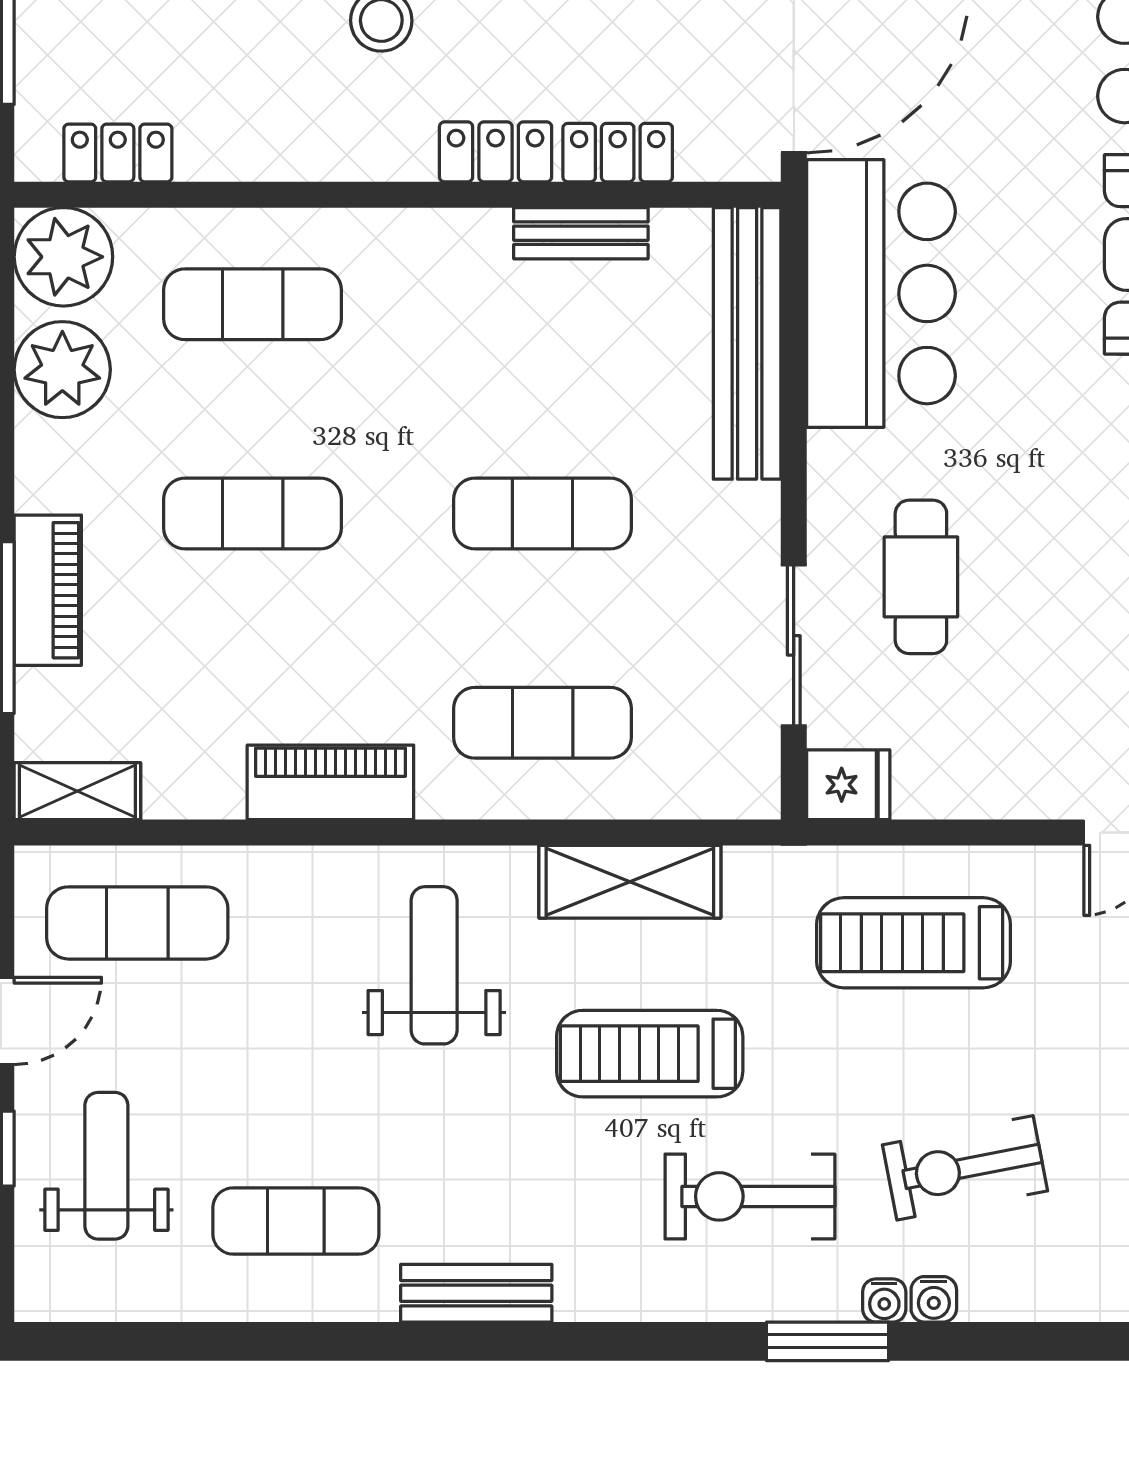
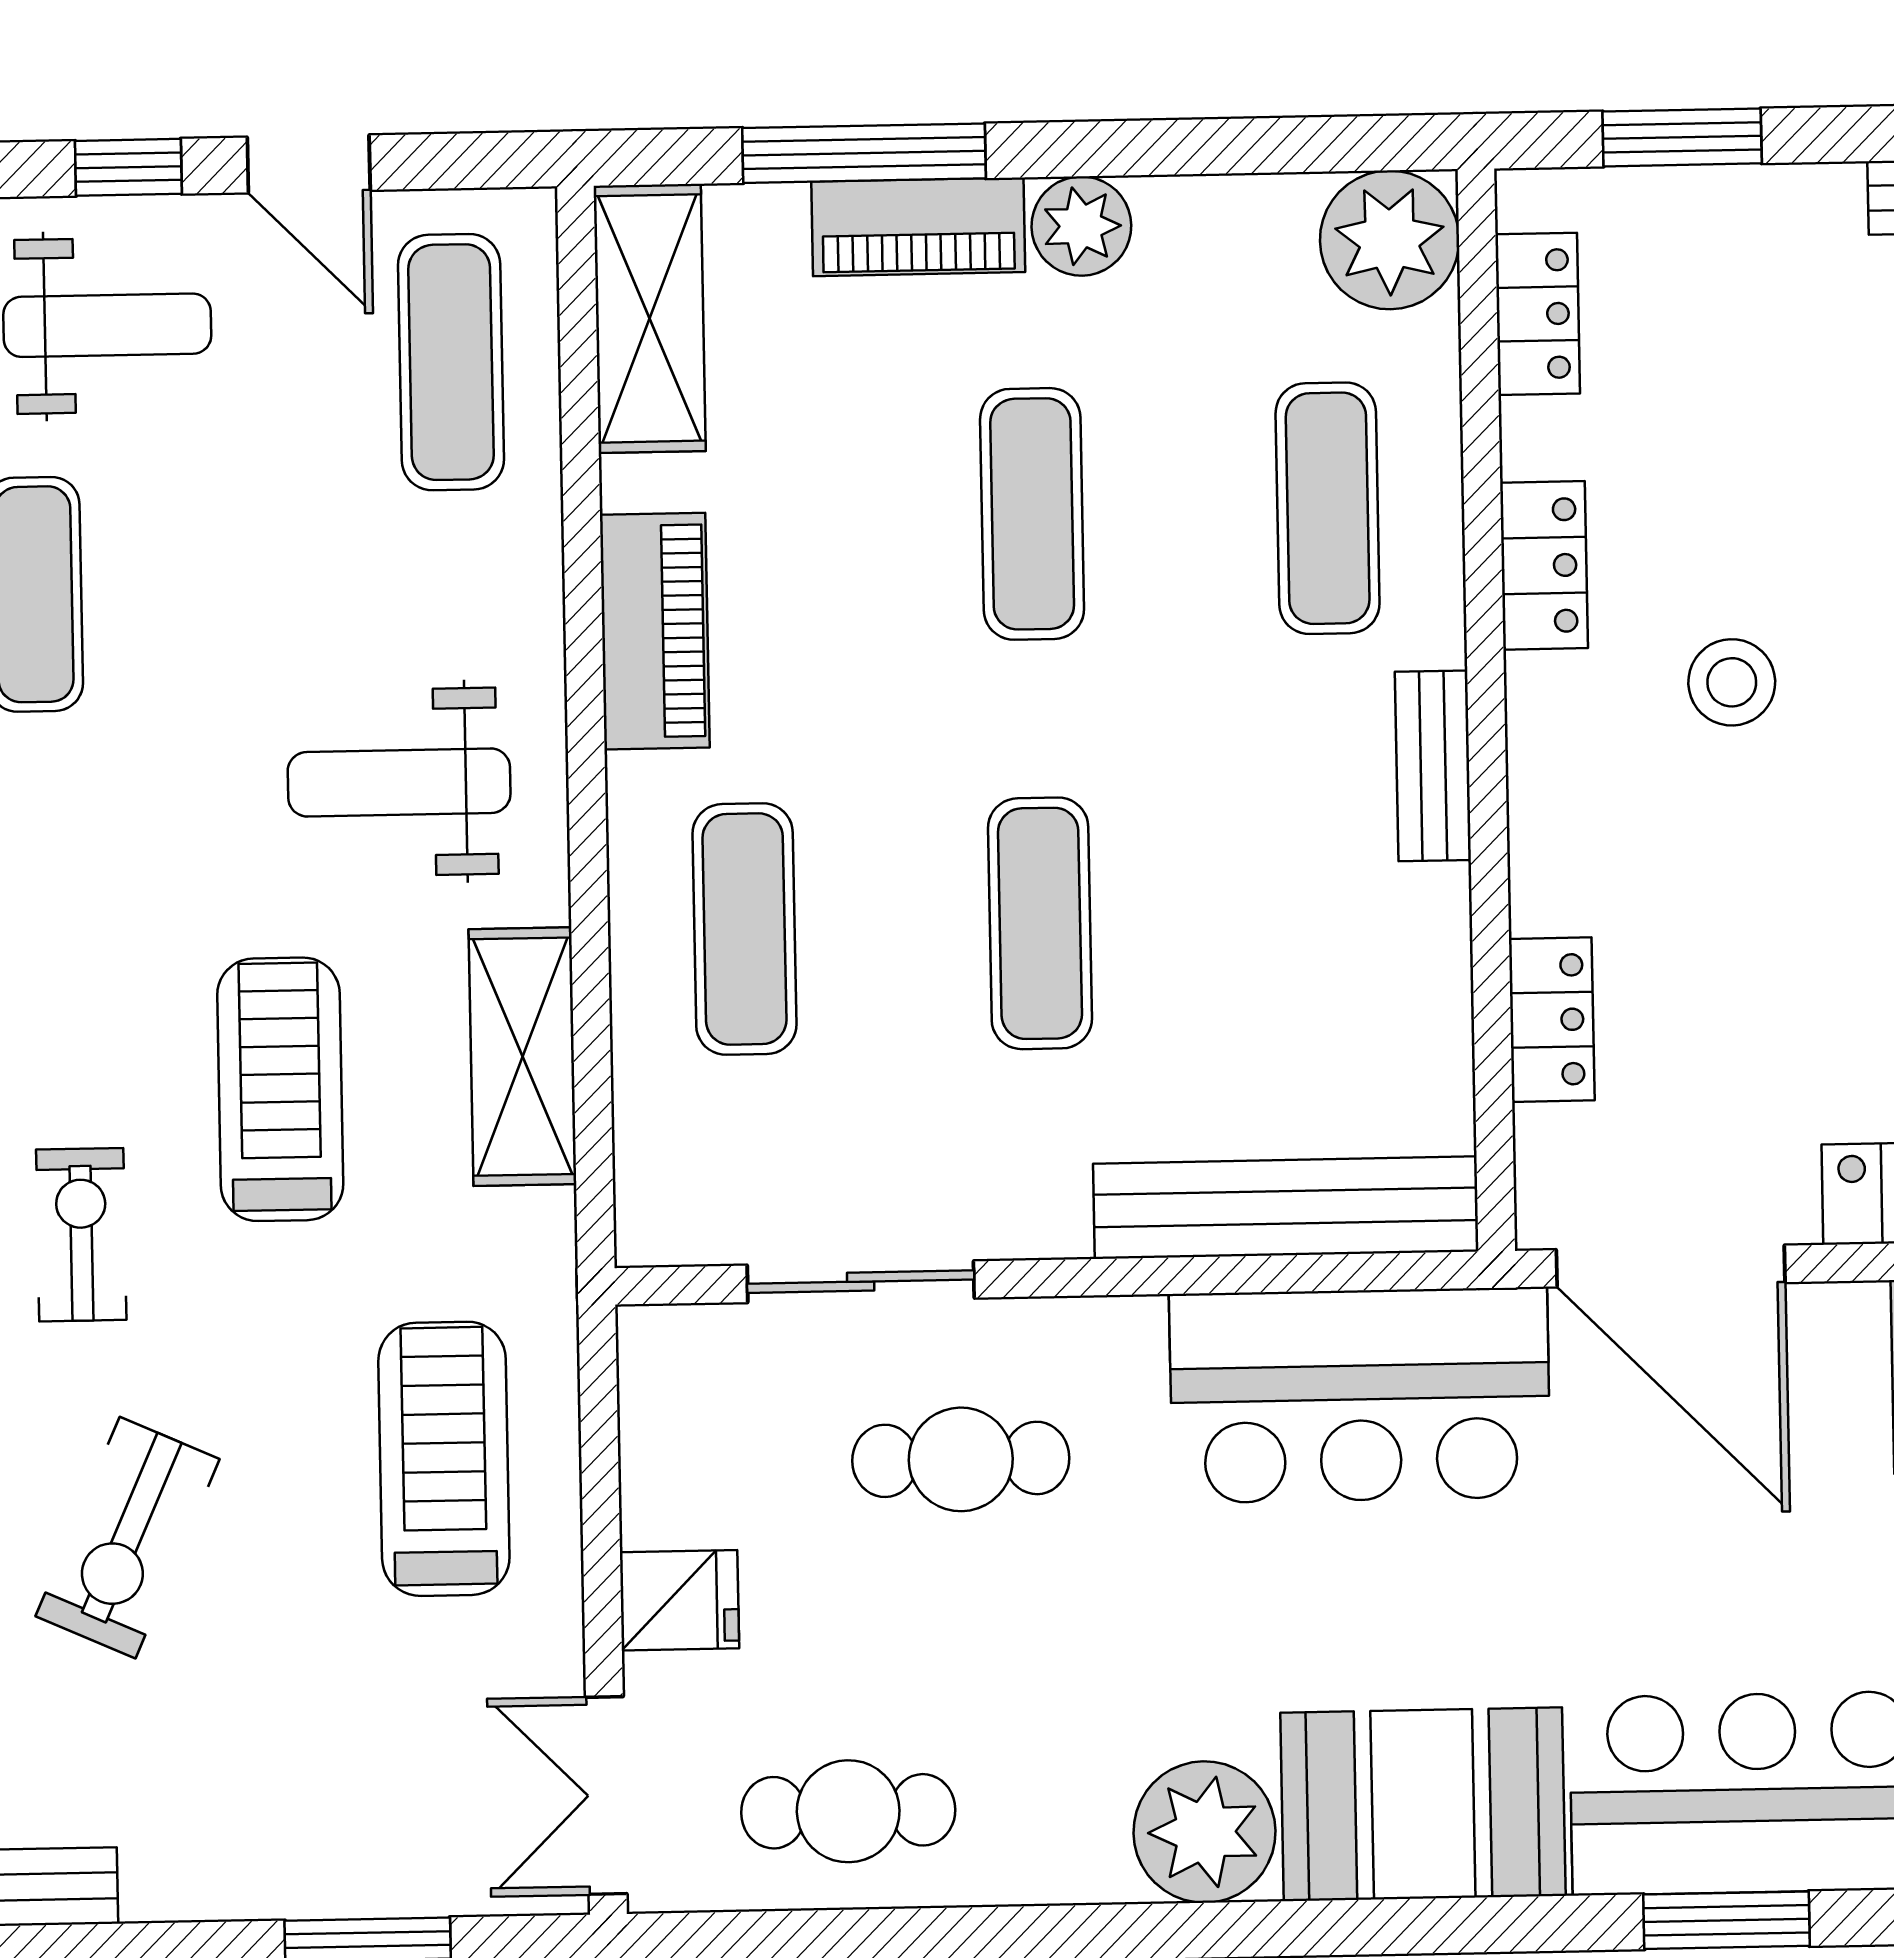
locker: (496, 152) -> (1544, 565), moved
bench: (581, 233) -> (1433, 766), moved
plant: (62, 370) -> (1081, 226), moved, width x0.73, depth x0.73
fridge: (848, 785) -> (679, 1600), moved, turned -90
shelving: (77, 791) -> (650, 318), width x1.50, depth x1.33
weight bench: (434, 965) -> (399, 782), turned 180
exercise bike: (965, 1168) -> (128, 1538), turned -145
exercise bike: (750, 1196) -> (81, 1235), width x0.73, depth x0.72

